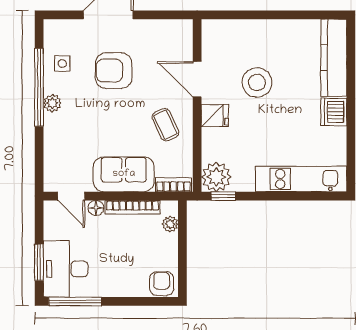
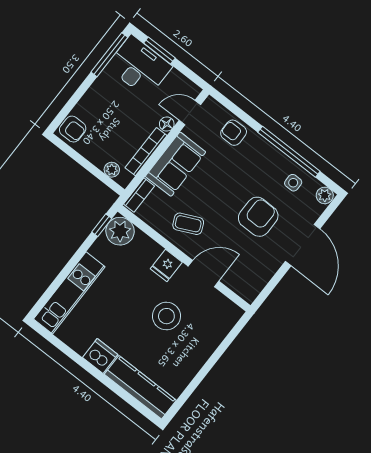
plant: (52, 103) -> (325, 195), moved
armchair: (59, 146) -> (234, 133), added

